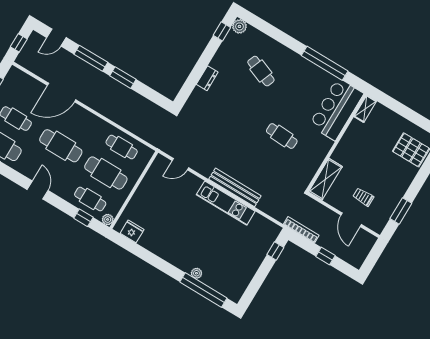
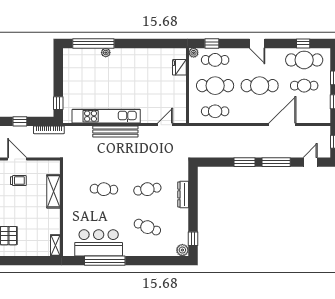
dresser: (207, 78) -> (183, 194), width x1.44
cafe table: (238, 109) -> (147, 189), added
bar counter: (336, 109) -> (99, 243), moved, turned -90
shelving: (325, 179) -> (53, 191), moved
kitchen unit: (226, 203) -> (106, 116), width x1.36
fridge: (132, 231) -> (179, 67), moved, turned 90

